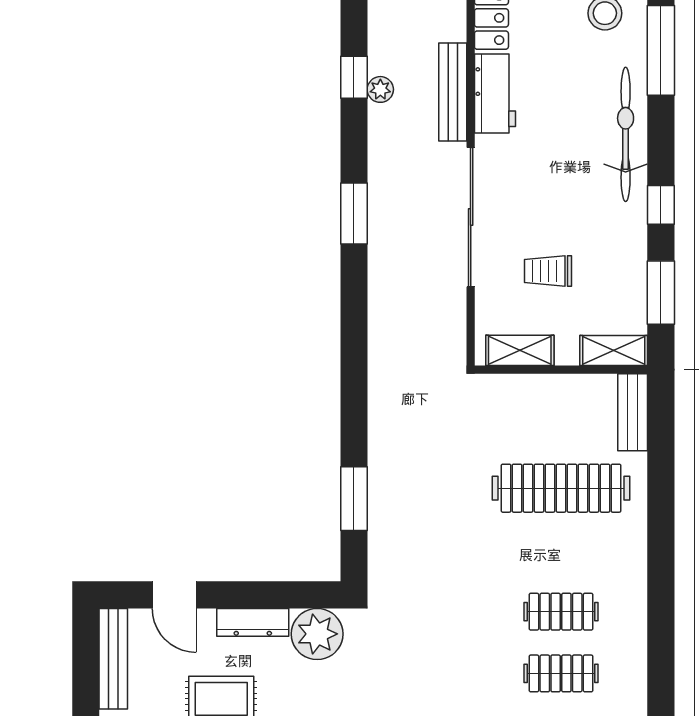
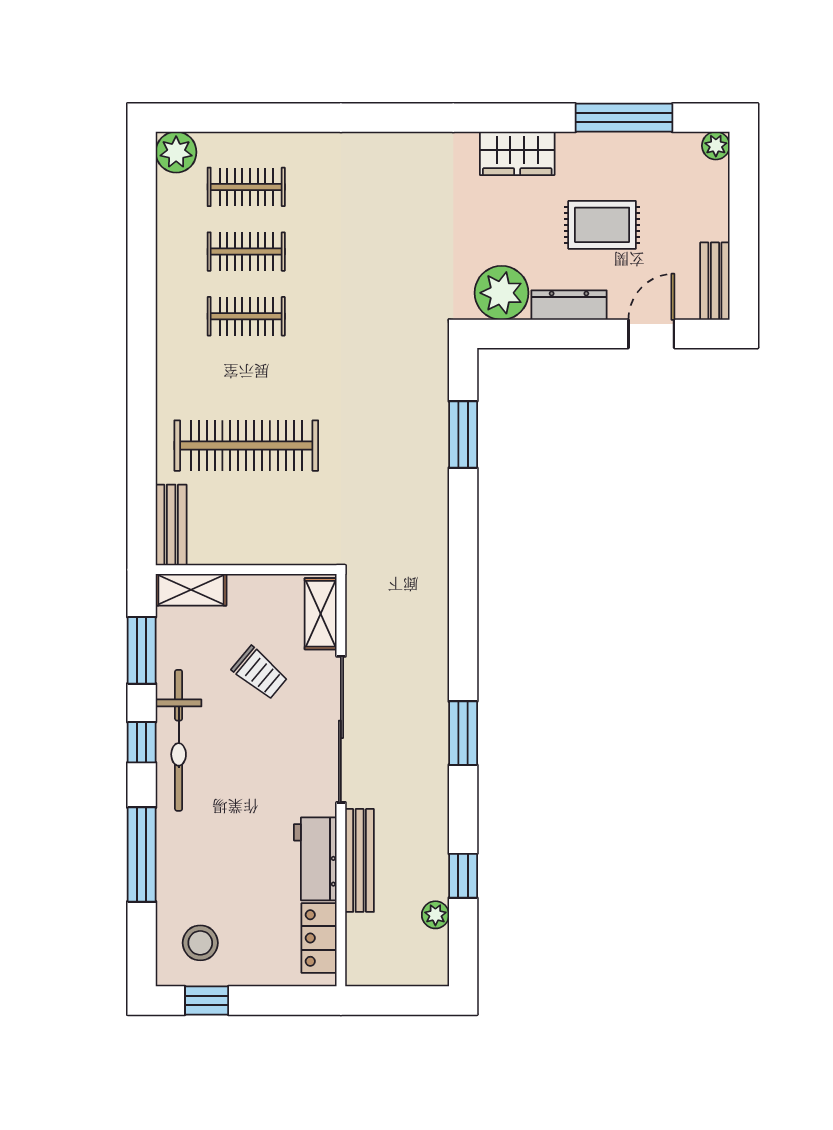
window: (661, 50) -> (142, 855), moved
plant: (380, 89) -> (435, 915), moved
bicycle: (626, 134) -> (179, 740), moved
trolley: (548, 271) -> (260, 673), turned 40
shelving: (520, 350) -> (321, 614), moved, turned 90
door: (174, 595) -> (651, 334), hinge flipped
bench: (113, 659) -> (715, 281), width x0.73

